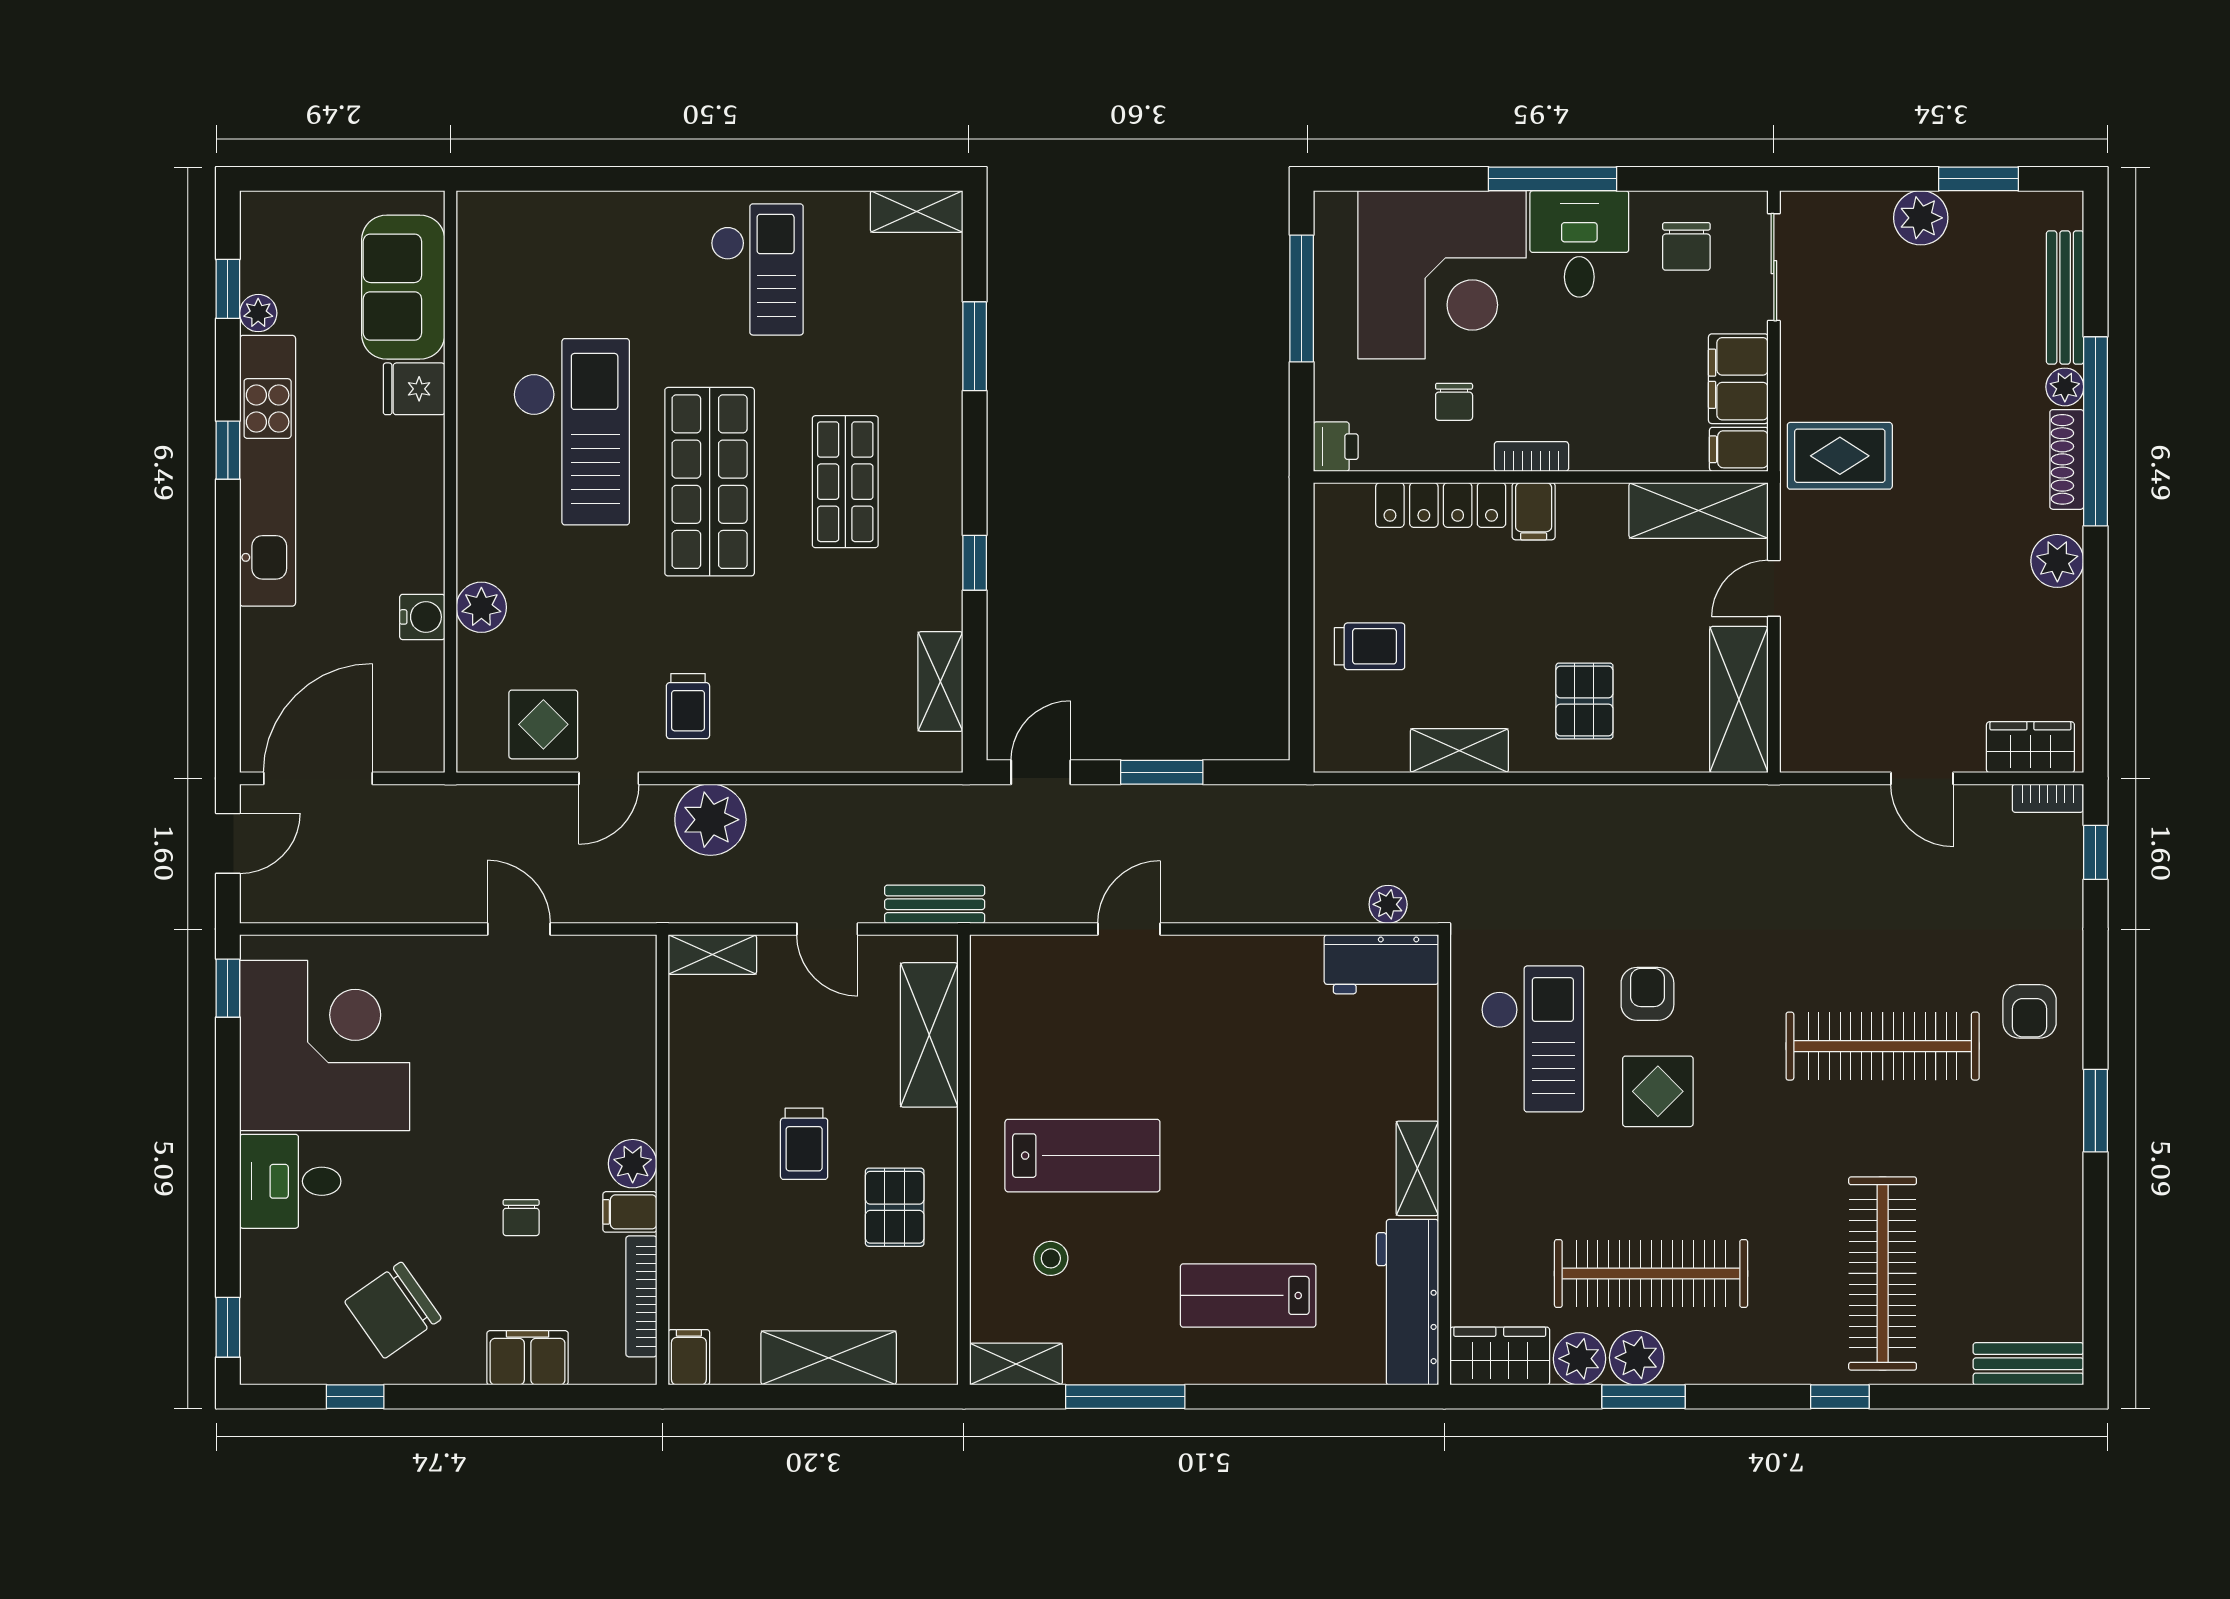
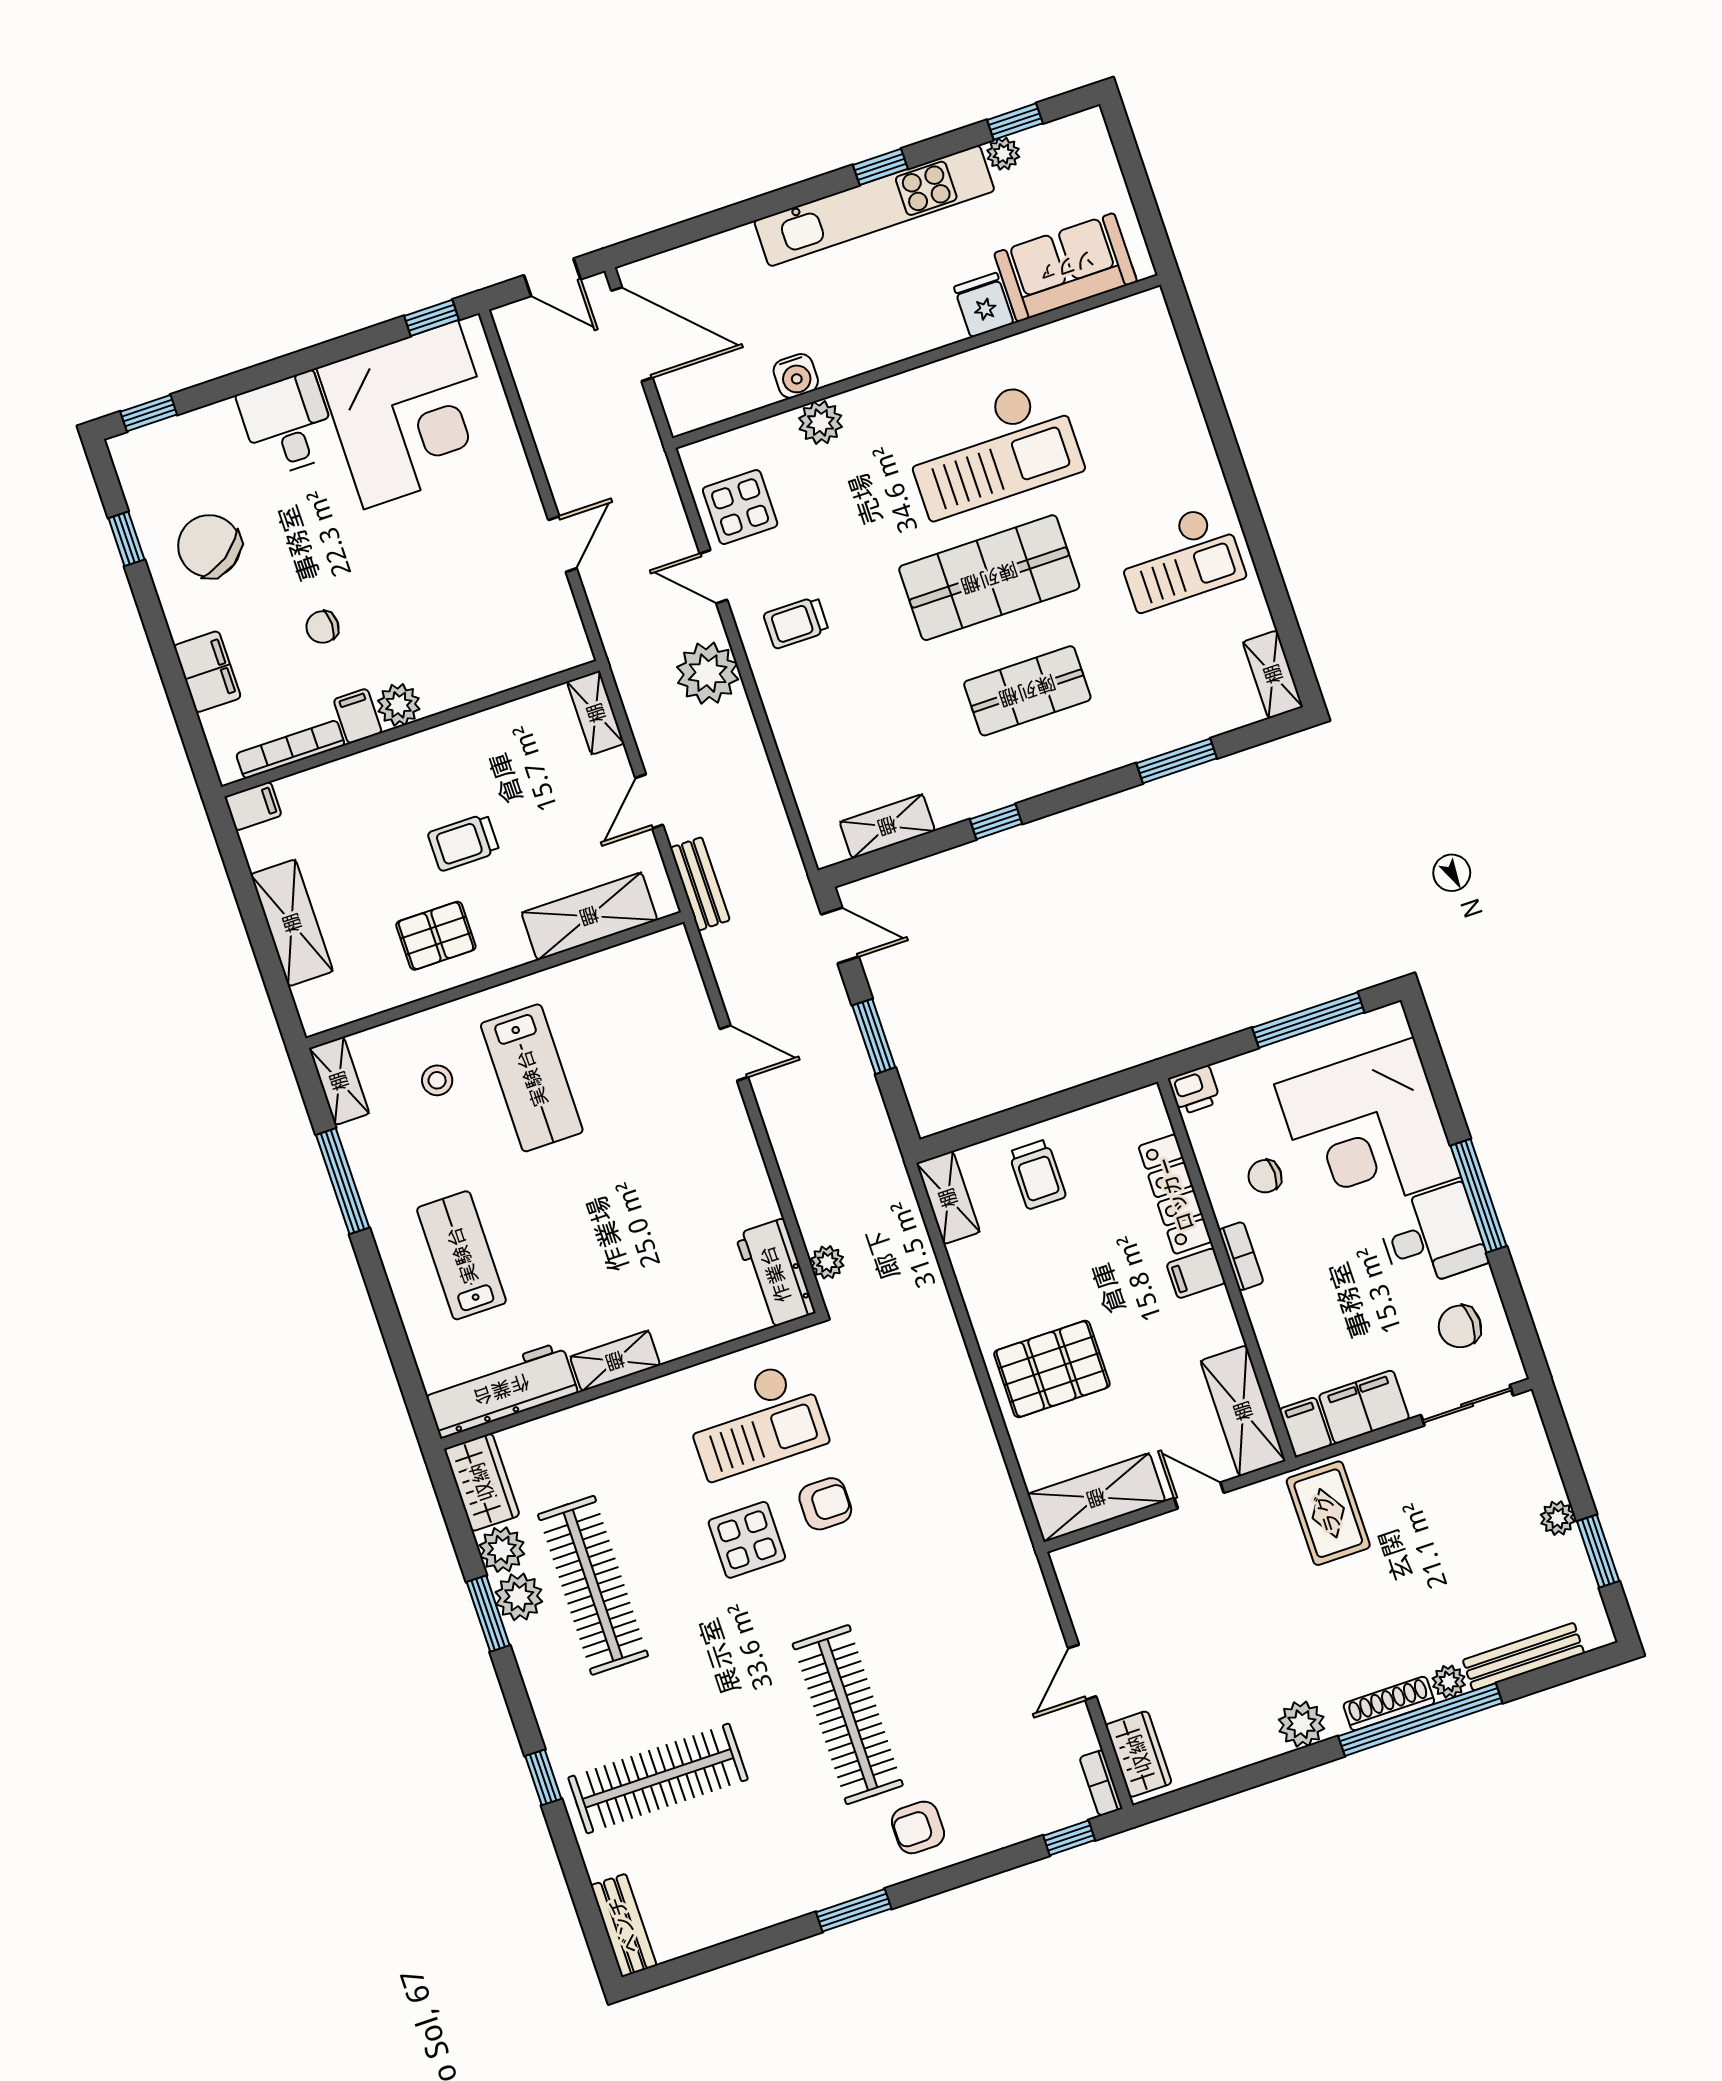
plant: (1921, 218) -> (1558, 1518), width x0.73, depth x0.73
pallet: (1584, 701) -> (1052, 1369), width x1.50, depth x1.42
shelving: (1459, 751) -> (948, 1198), moved

